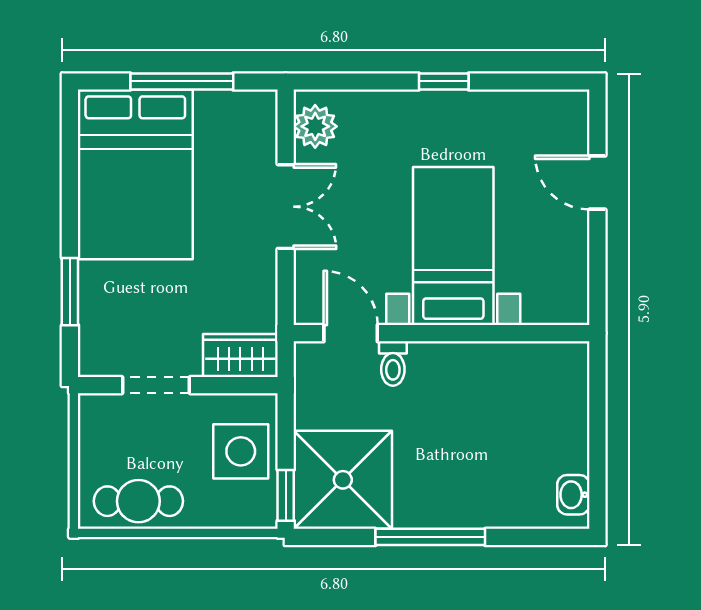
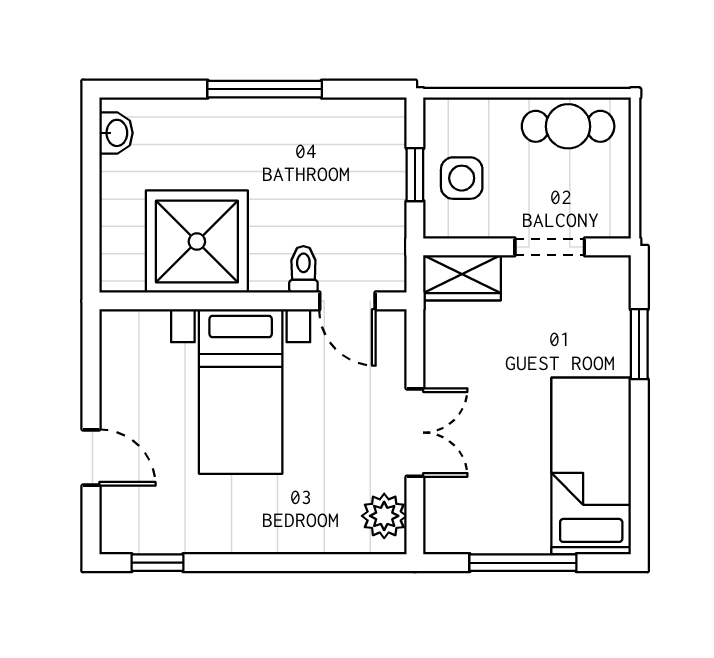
window: (444, 81) -> (157, 563), moved
bed: (135, 174) -> (591, 466), width x0.67
double door: (286, 207) -> (415, 433), swing flipped
side table: (241, 451) -> (462, 178), width x0.73, depth x0.73
shower: (343, 480) -> (197, 242), moved
window: (286, 495) -> (415, 175), moved

